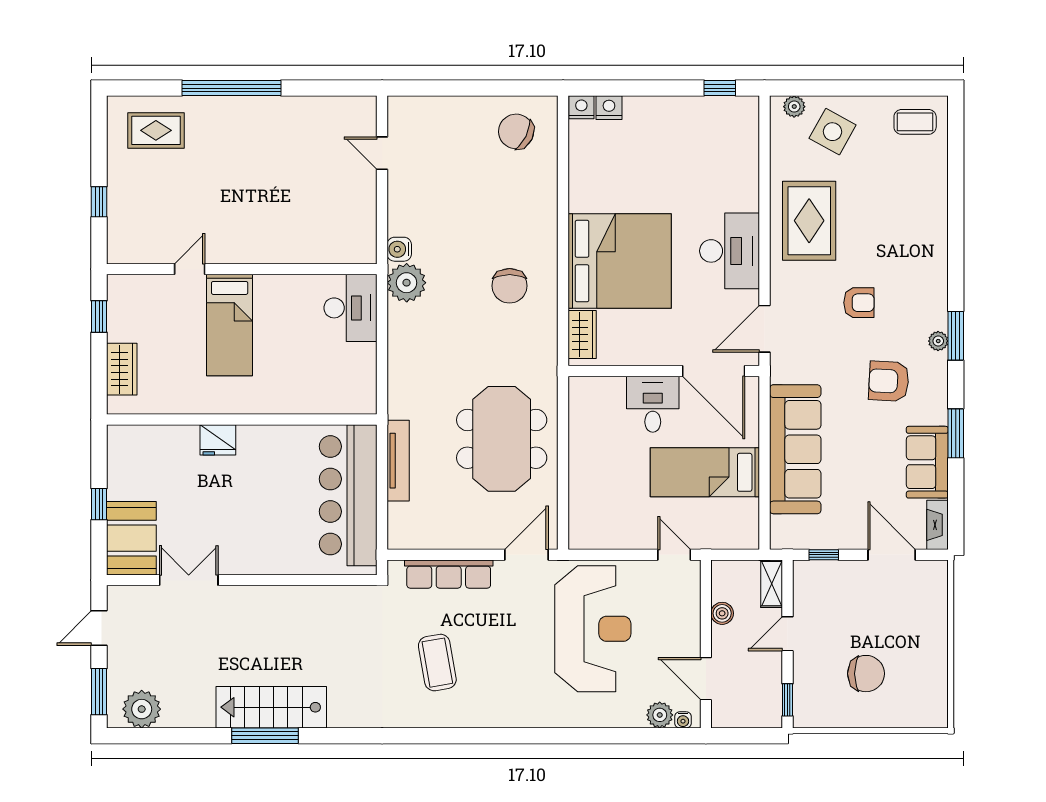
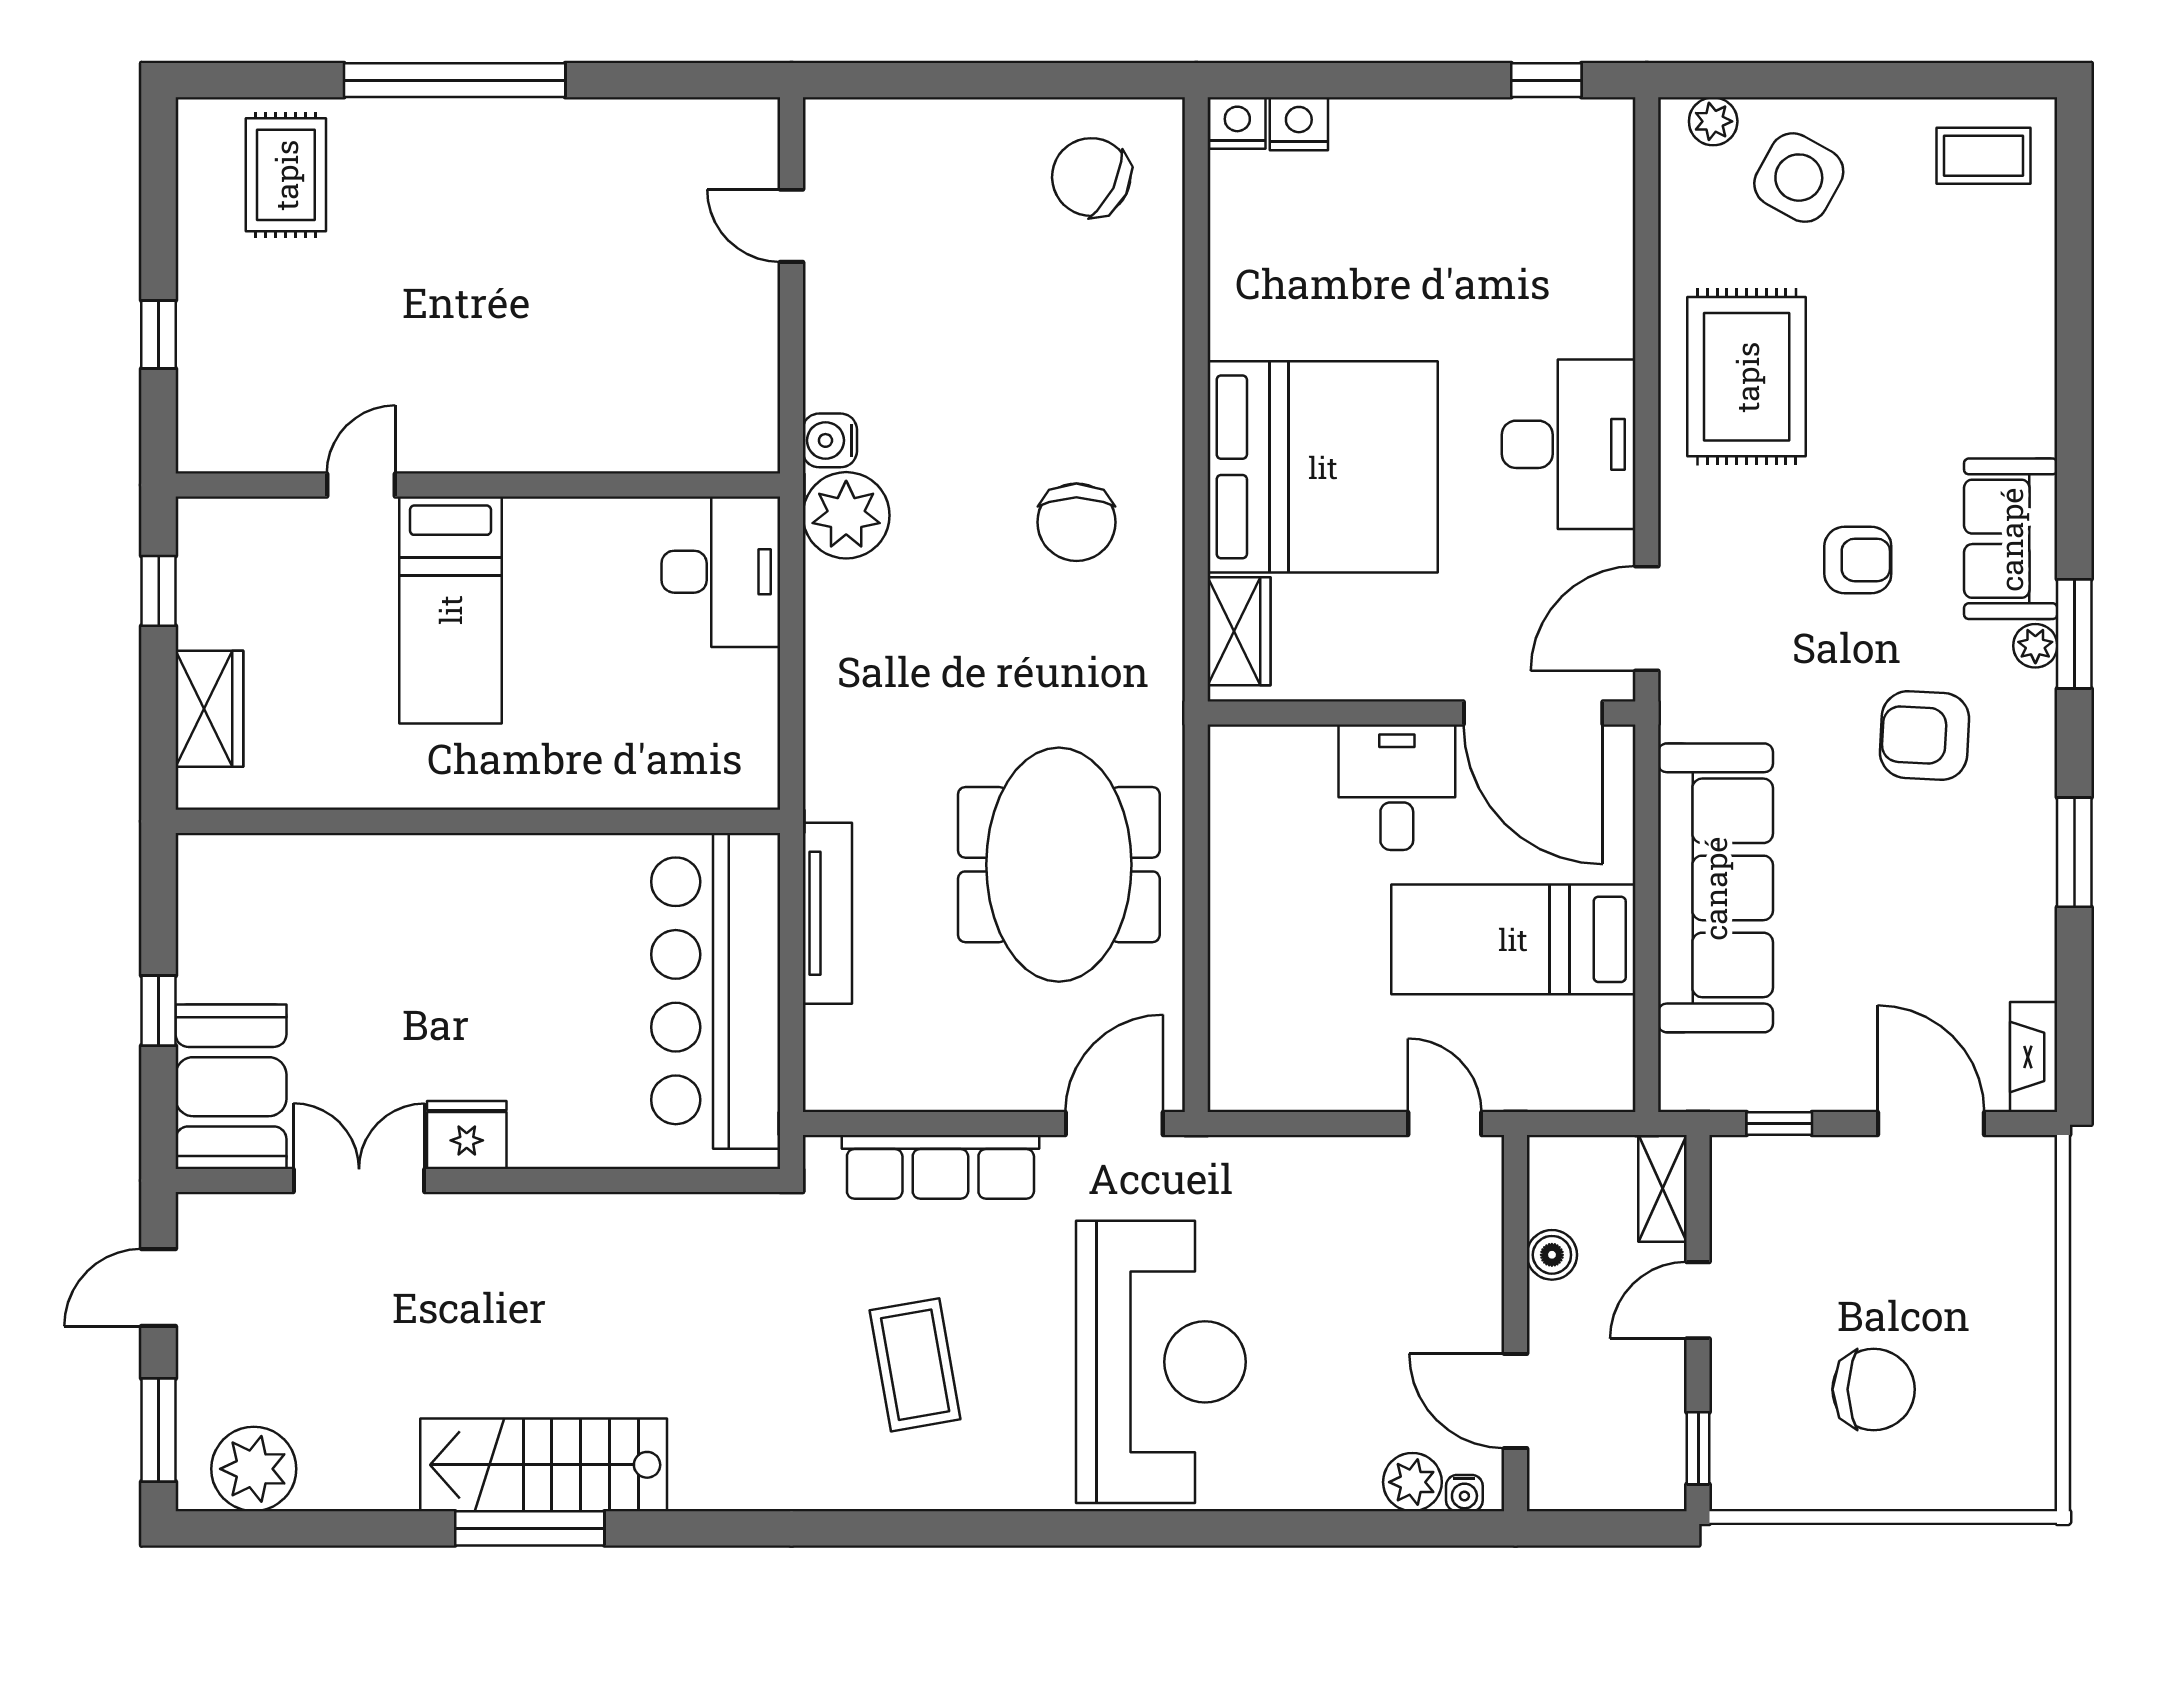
rug: (156, 130) -> (286, 175), turned 90
fridge: (218, 440) -> (467, 1135), moved, turned 180
sofa: (927, 462) -> (2011, 539), moved
reception desk: (593, 629) -> (1161, 1362), moved

